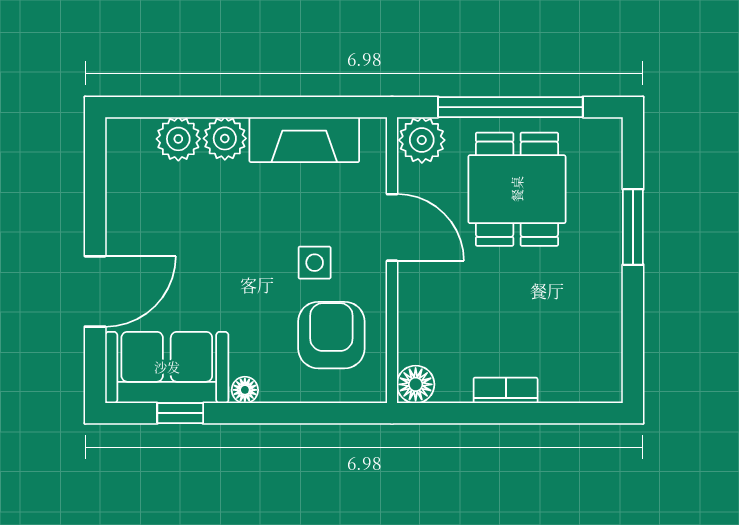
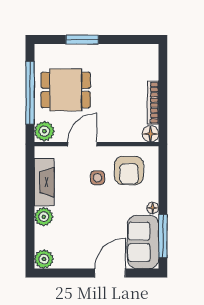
plant: (178, 139) -> (44, 259), moved
door: (95, 291) -> (110, 273), hinge flipped
armchair: (331, 335) -> (129, 170), turned -90
bookcase: (506, 390) -> (153, 103), width x1.56
window: (180, 413) -> (163, 236), width x2.17

